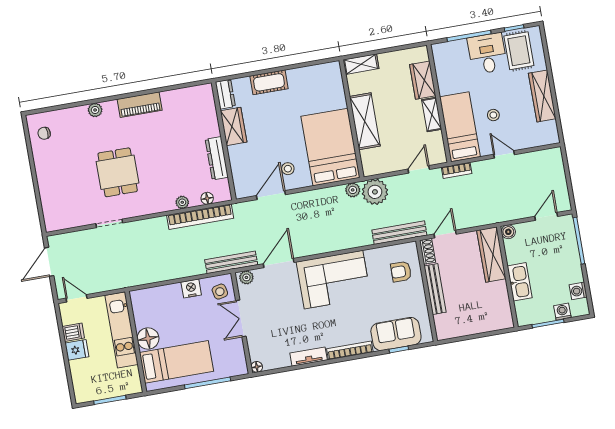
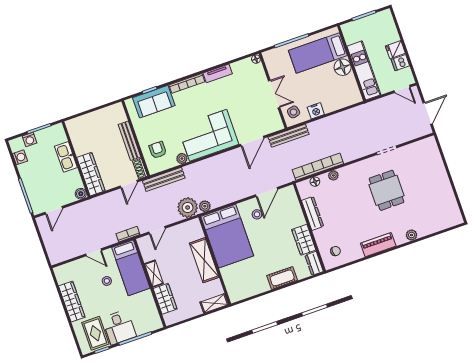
chair: (44, 133) -> (335, 251), moved
armchair: (401, 272) -> (158, 150), turned -90
plant: (246, 277) -> (182, 159), moved

